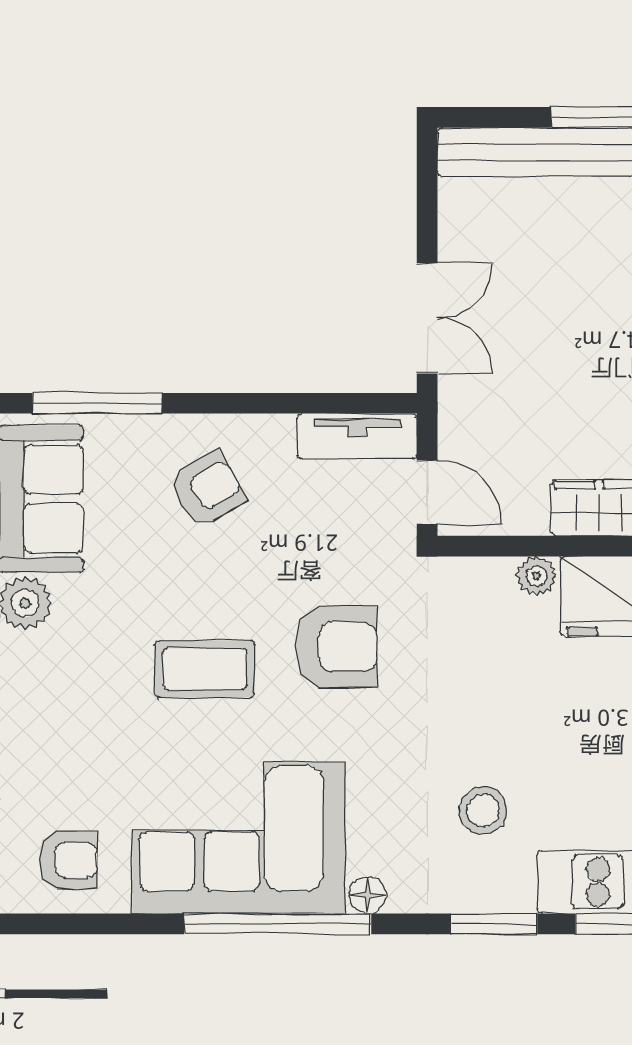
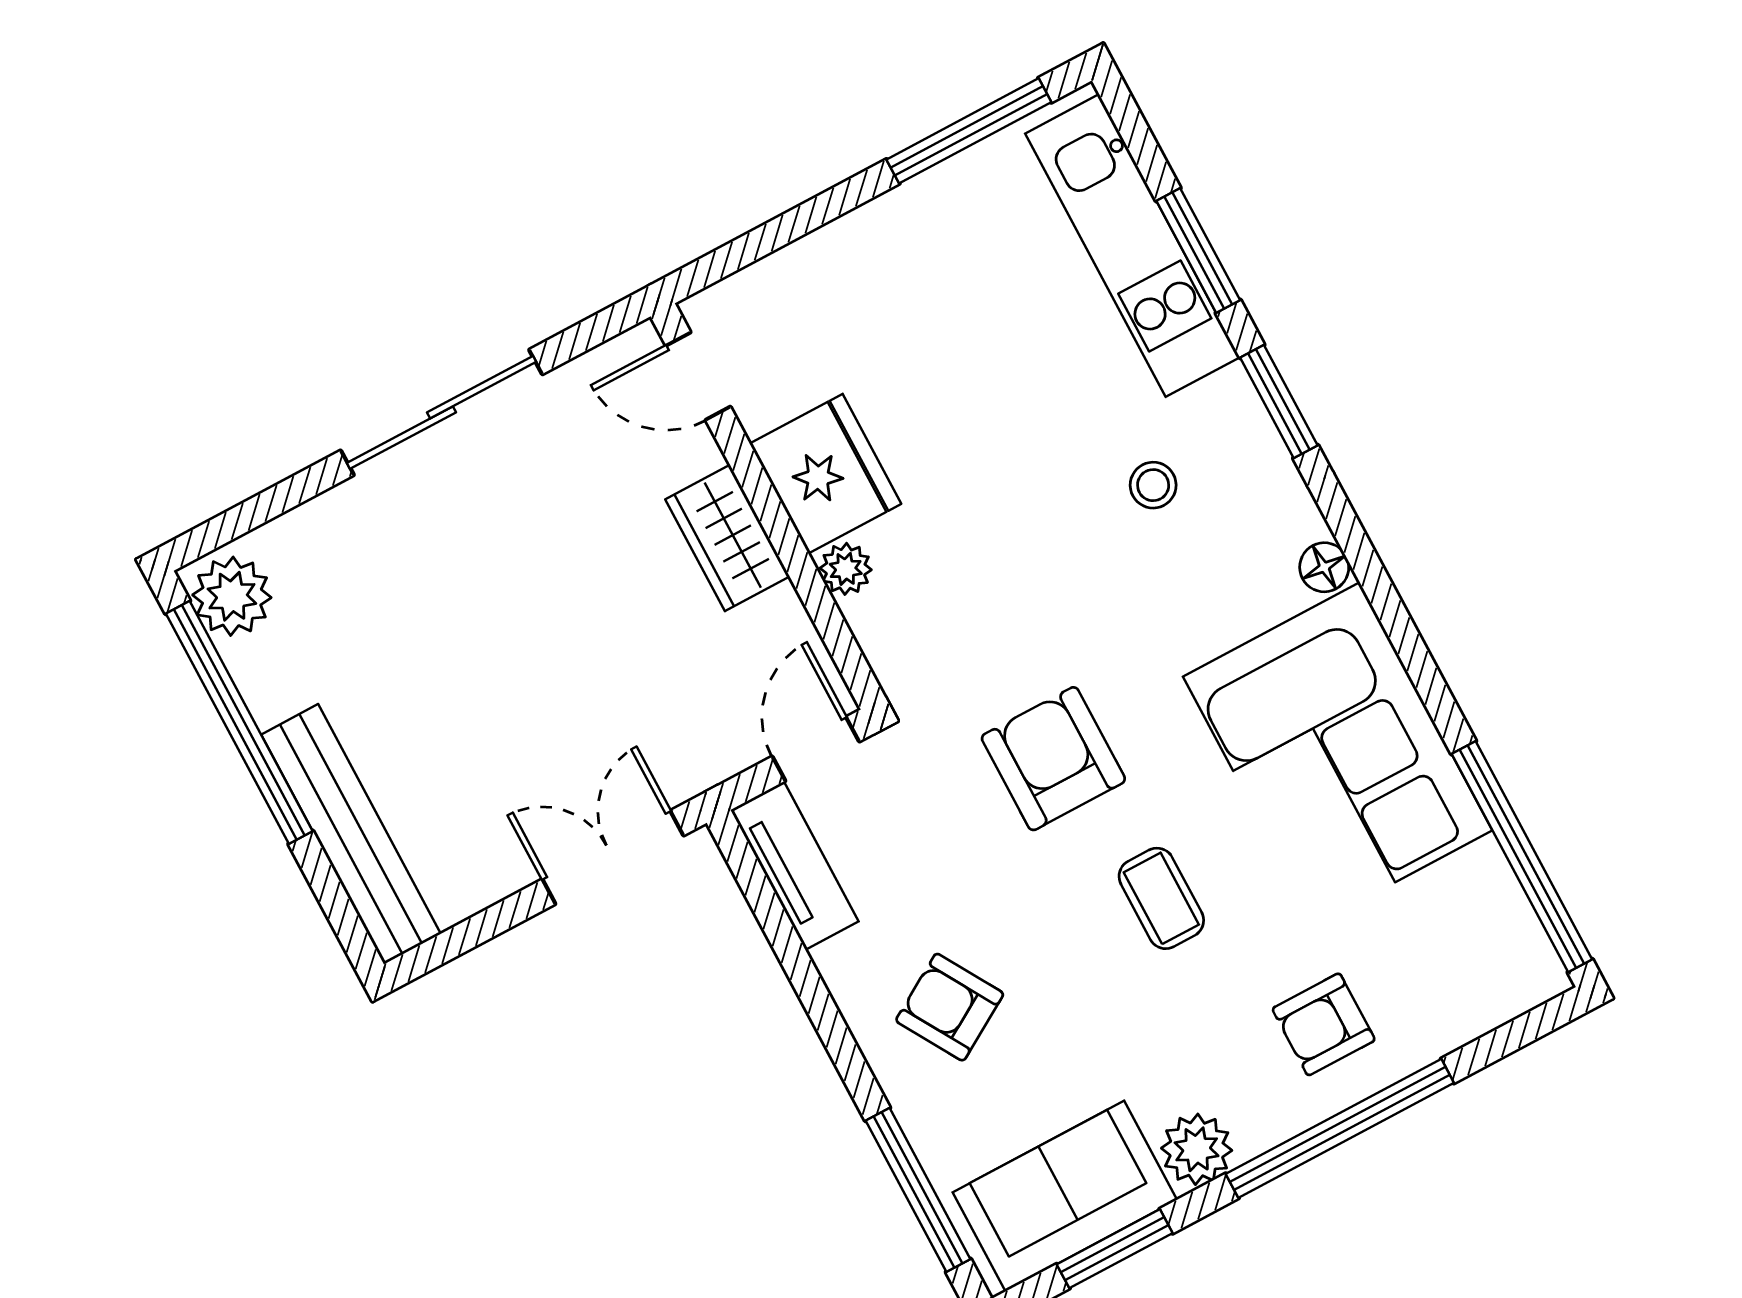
coffee table: (205, 669) -> (1161, 898), width x0.73, depth x0.77
stool: (483, 810) -> (1153, 485), width x0.73, depth x0.73
armchair: (68, 860) -> (1324, 1024), moved, turned -90
window: (278, 924) -> (1522, 857), moved

